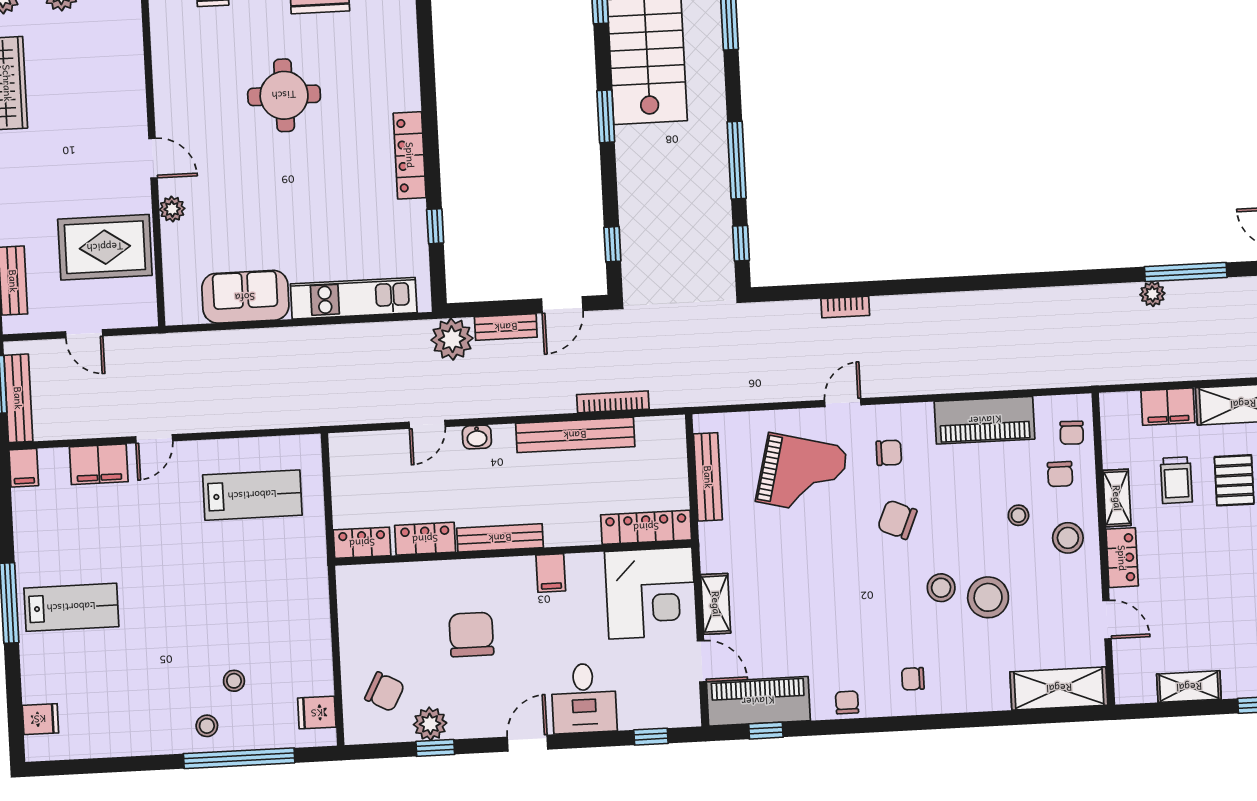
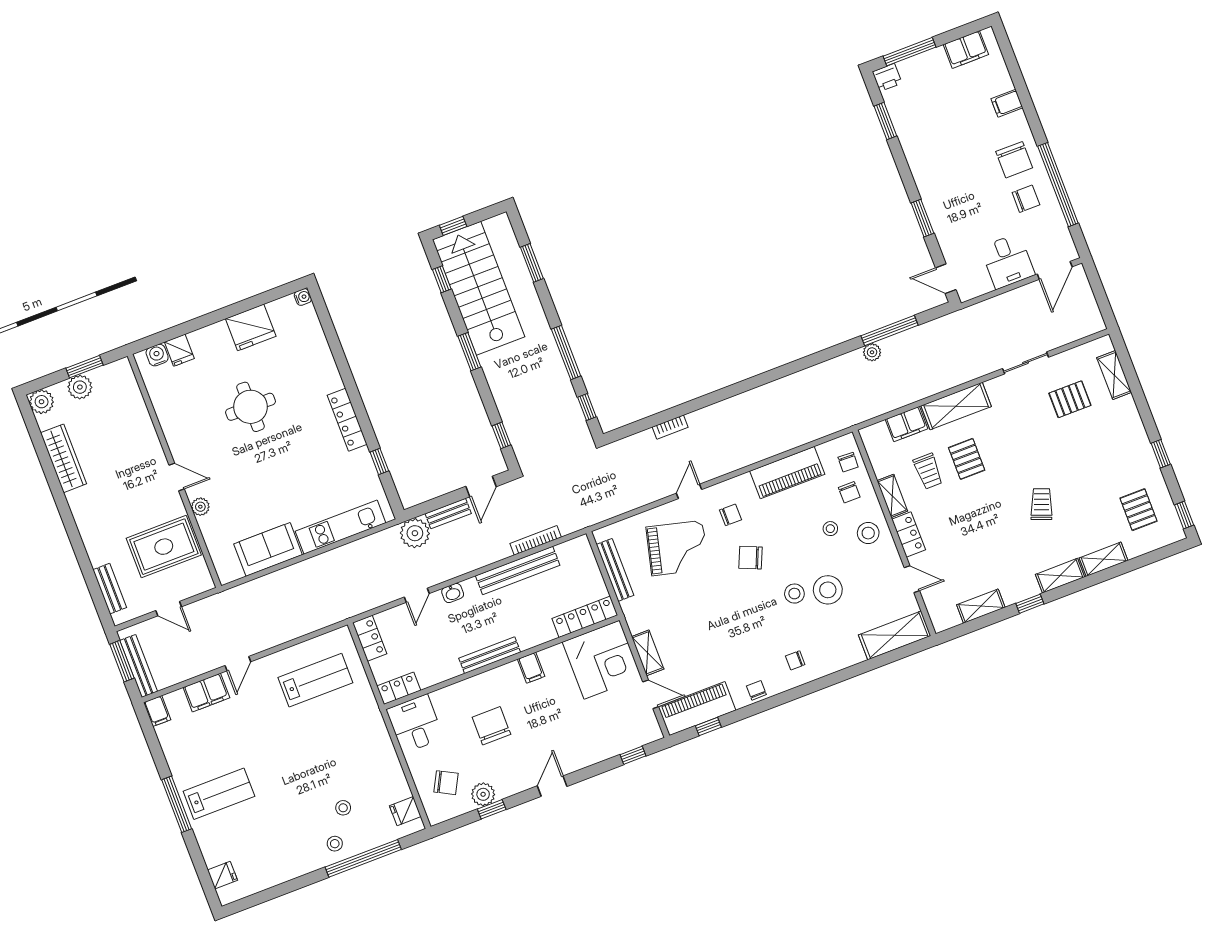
locker: (425, 539) -> (370, 638), moved, turned 90
desk: (584, 698) -> (415, 724), moved, turned 180

